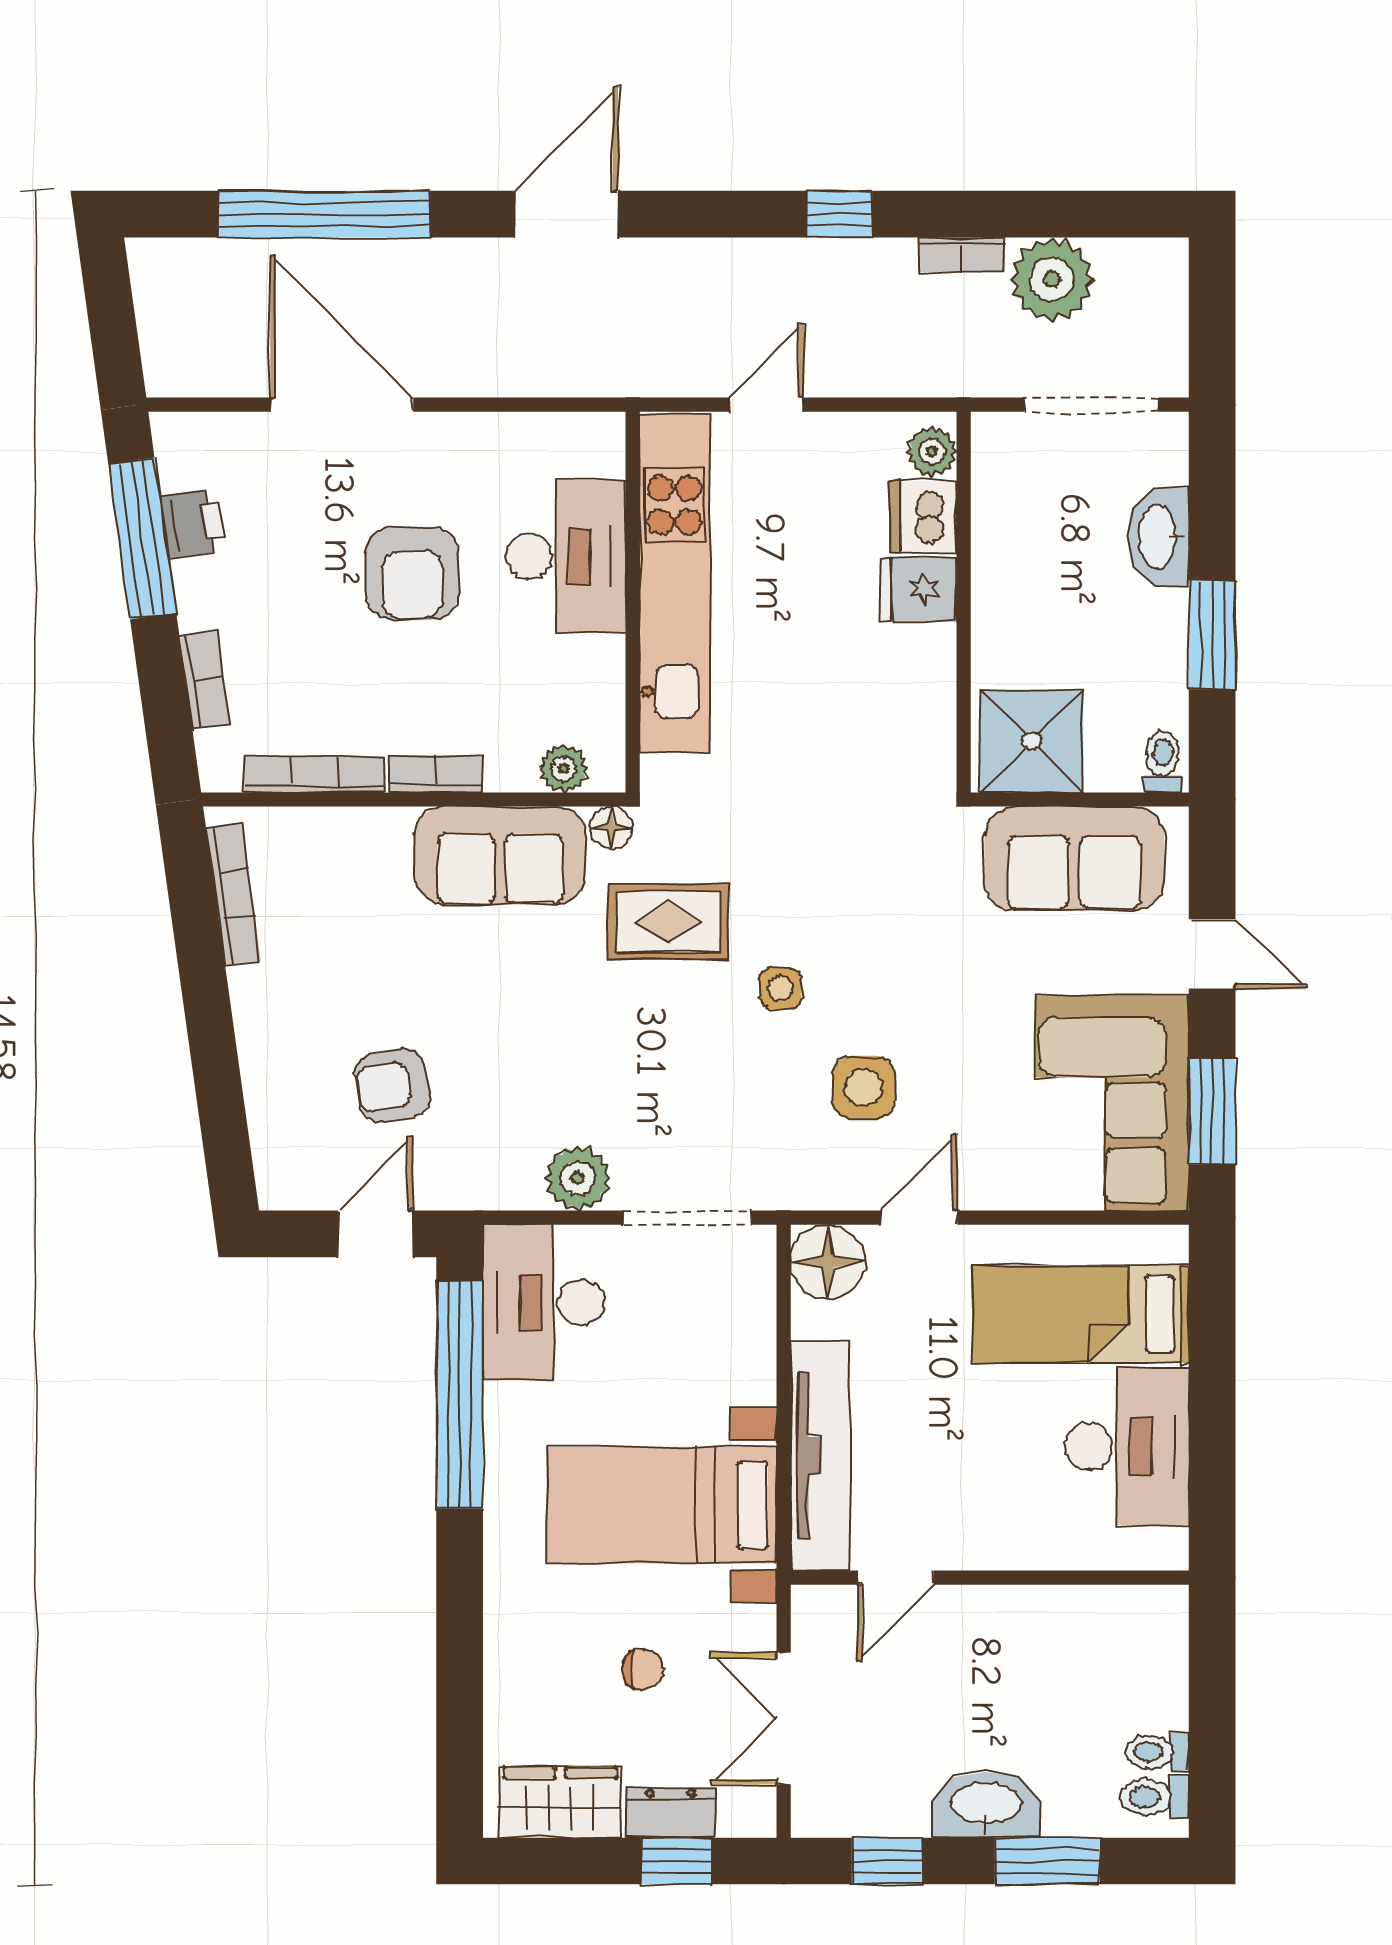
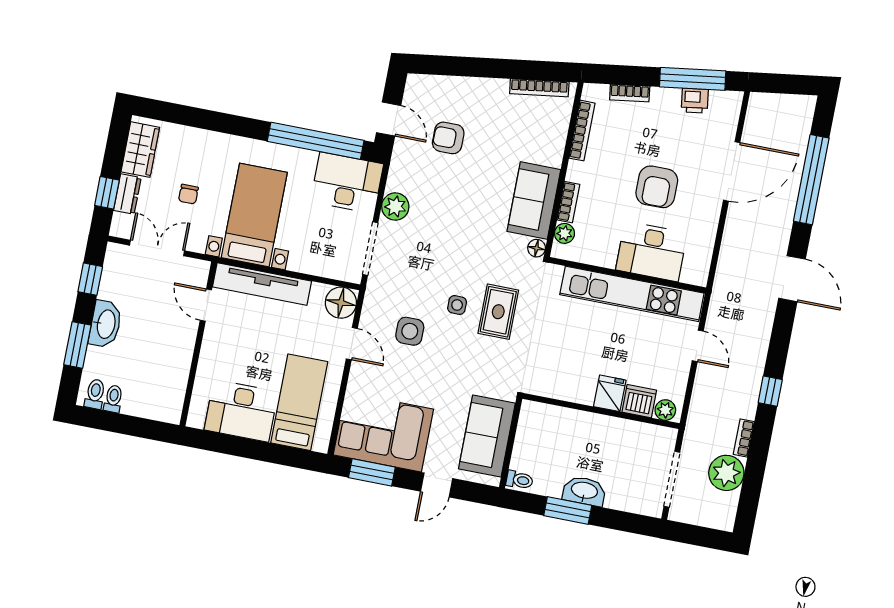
washbasin: (1159, 537) -> (584, 491), moved
armchair: (412, 573) -> (657, 187), turned -90
shower: (1032, 741) -> (538, 428), removed
bookcase: (436, 774) -> (568, 202), moved
rug: (668, 922) -> (498, 312), moved
armchair: (392, 1085) -> (448, 138), turned -80

